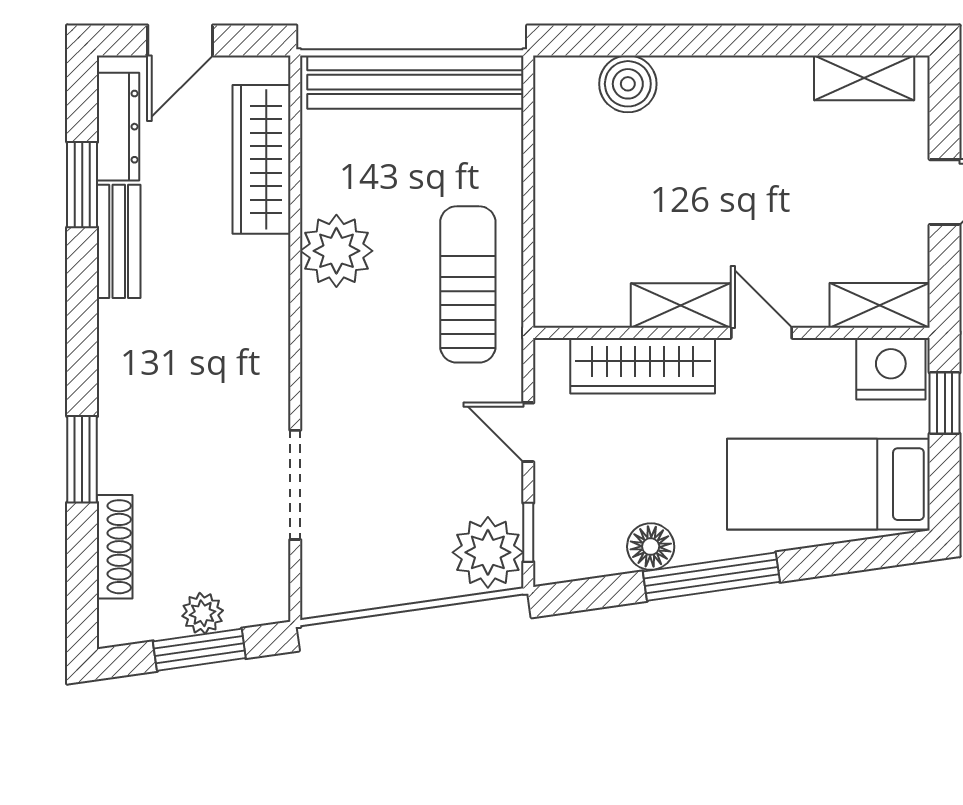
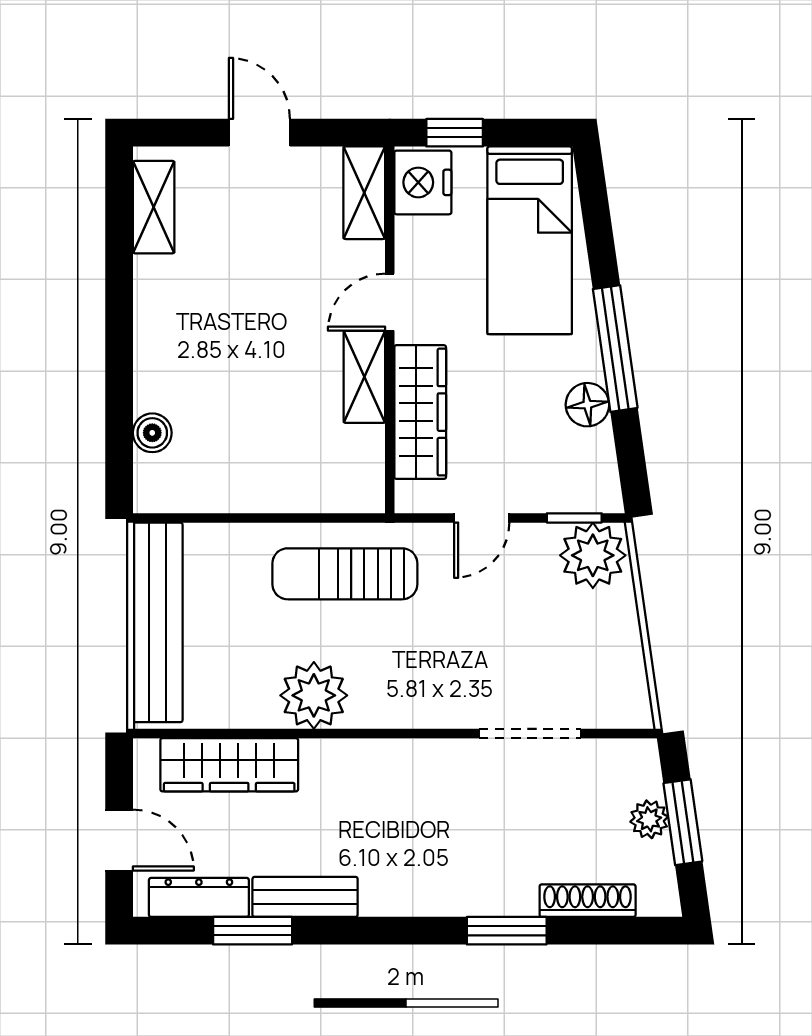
boiler: (628, 84) -> (152, 433), width x0.73, depth x0.73

